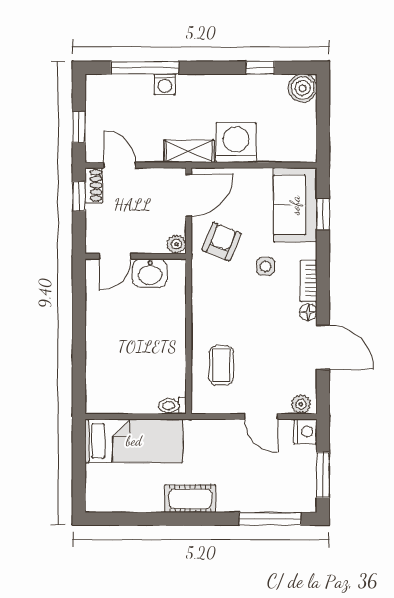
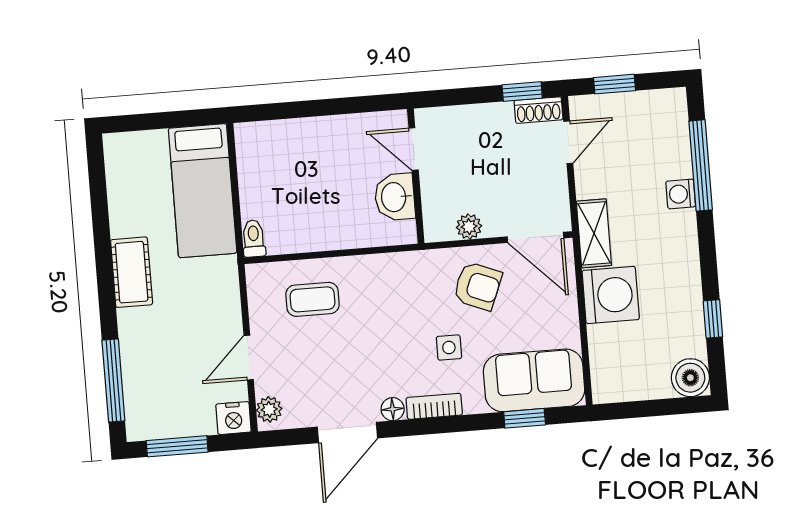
door: (115, 256) -> (414, 149), moved
wall: (136, 256) -> (416, 176), moved
washbasin: (150, 273) -> (395, 197), moved

